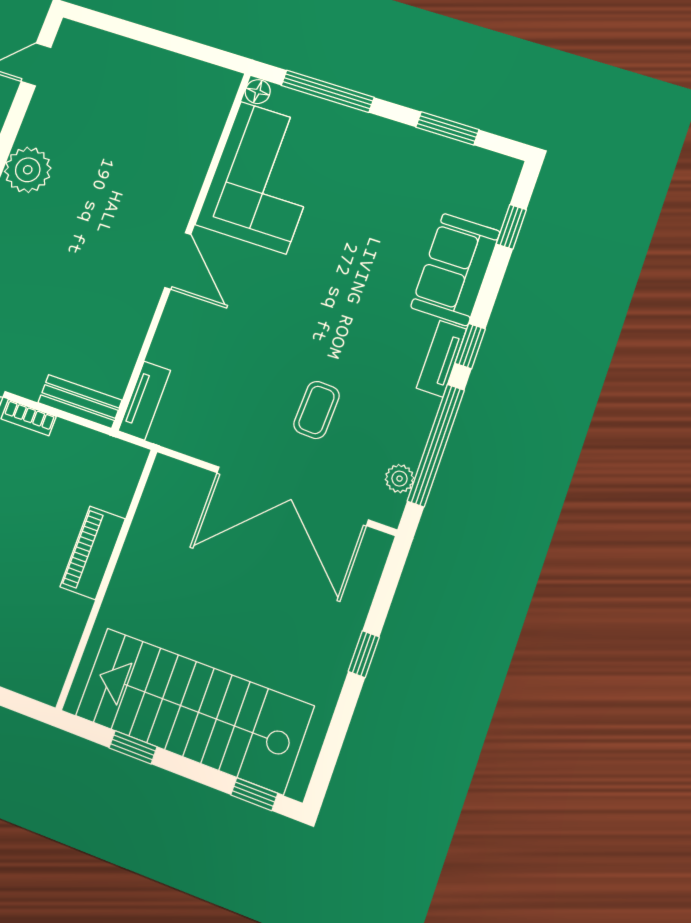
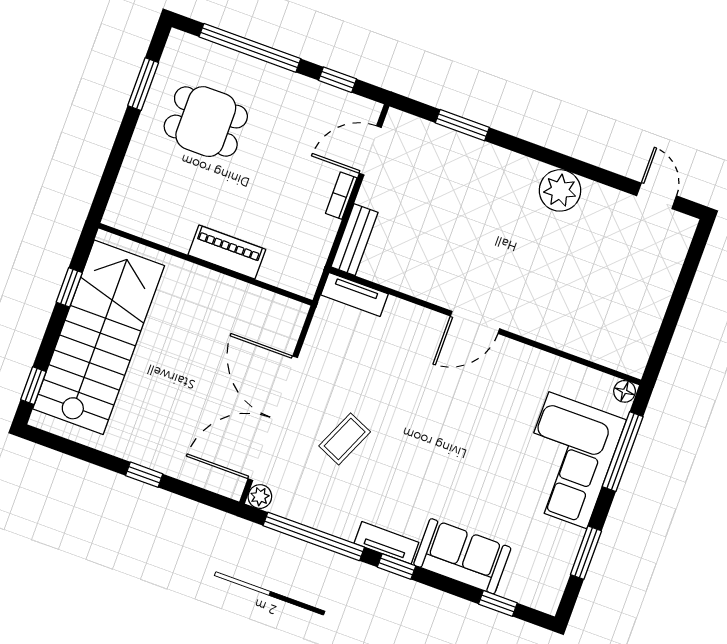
corner sofa: (263, 177) -> (568, 460), moved, turned 90
coffee table: (317, 410) -> (345, 439), turned -68
plant: (400, 479) -> (260, 497), moved

